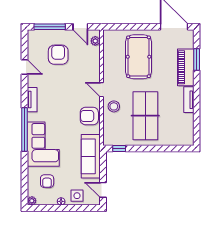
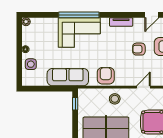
door: (101, 90) -> (143, 87), moved
window: (25, 130) -> (79, 15), moved
armchair: (47, 181) -> (139, 49), moved
door: (103, 190) -> (36, 89), removed

